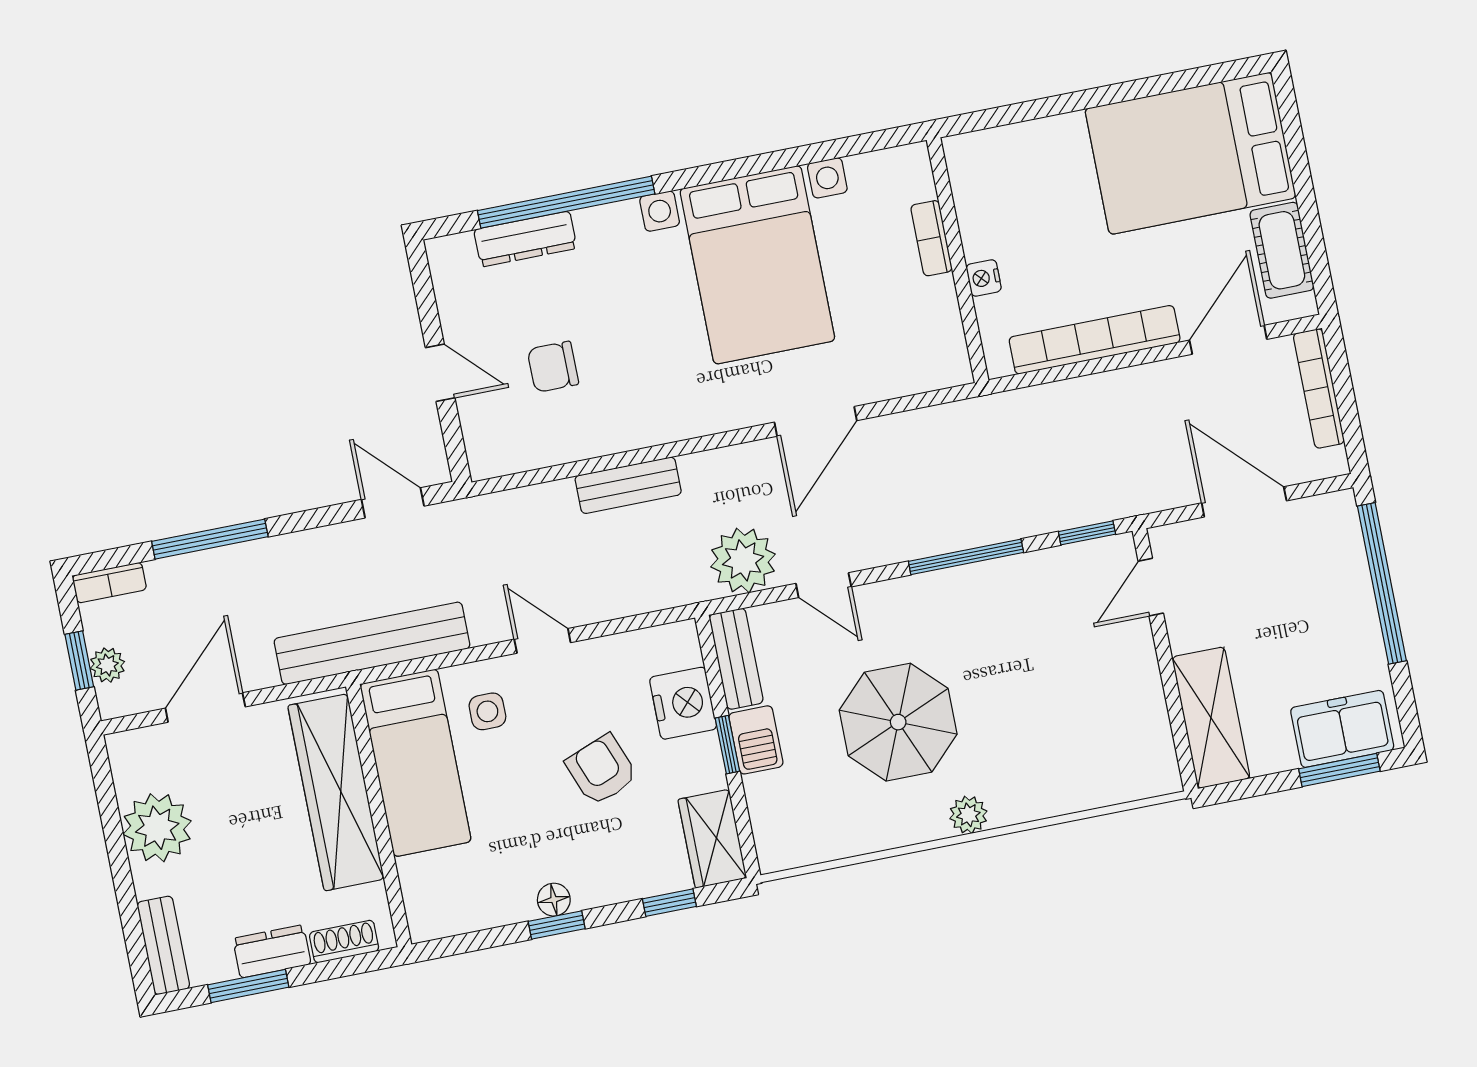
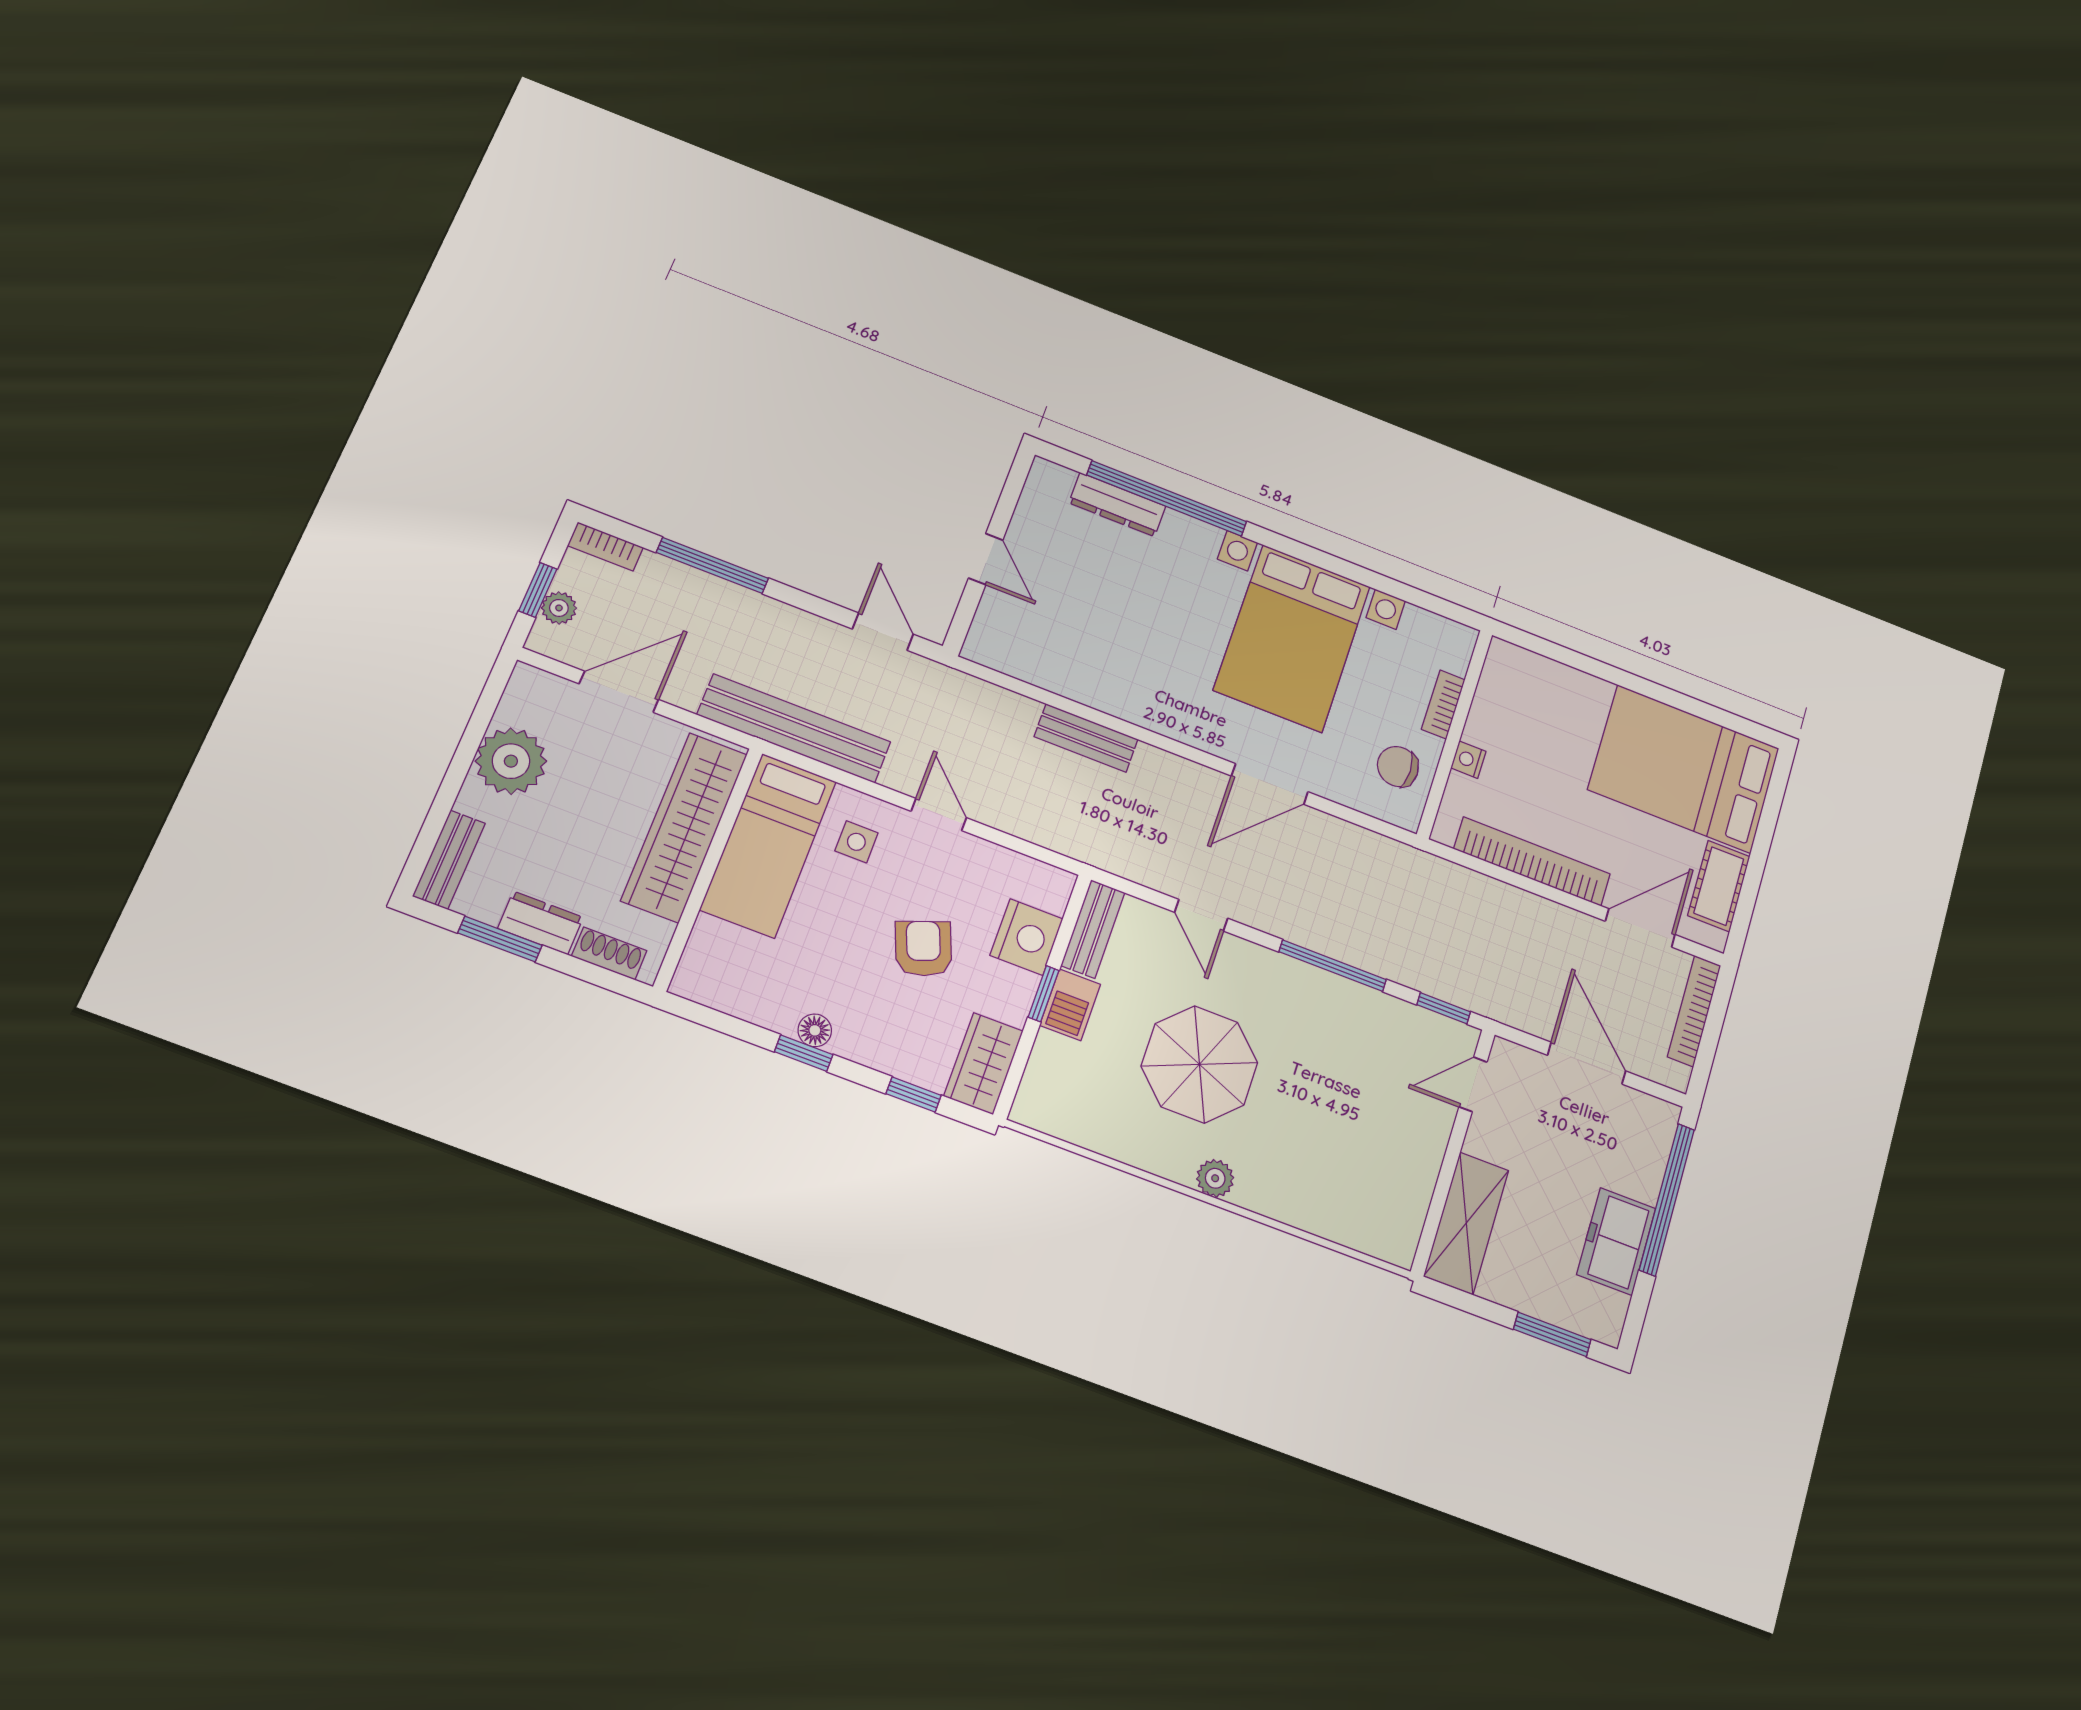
chair: (553, 367) -> (1398, 767), moved
plant: (743, 560) -> (1146, 855), removed
freezer: (1342, 729) -> (1616, 1241), moved, turned -90

